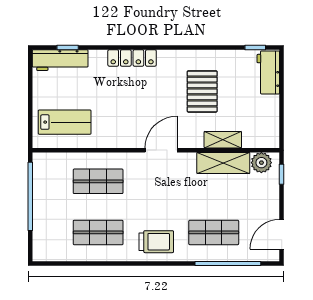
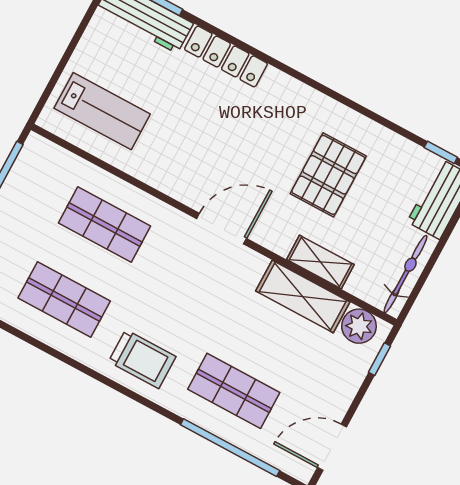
locker: (132, 58) -> (226, 56), moved
bicycle: (271, 122) -> (405, 274), added

